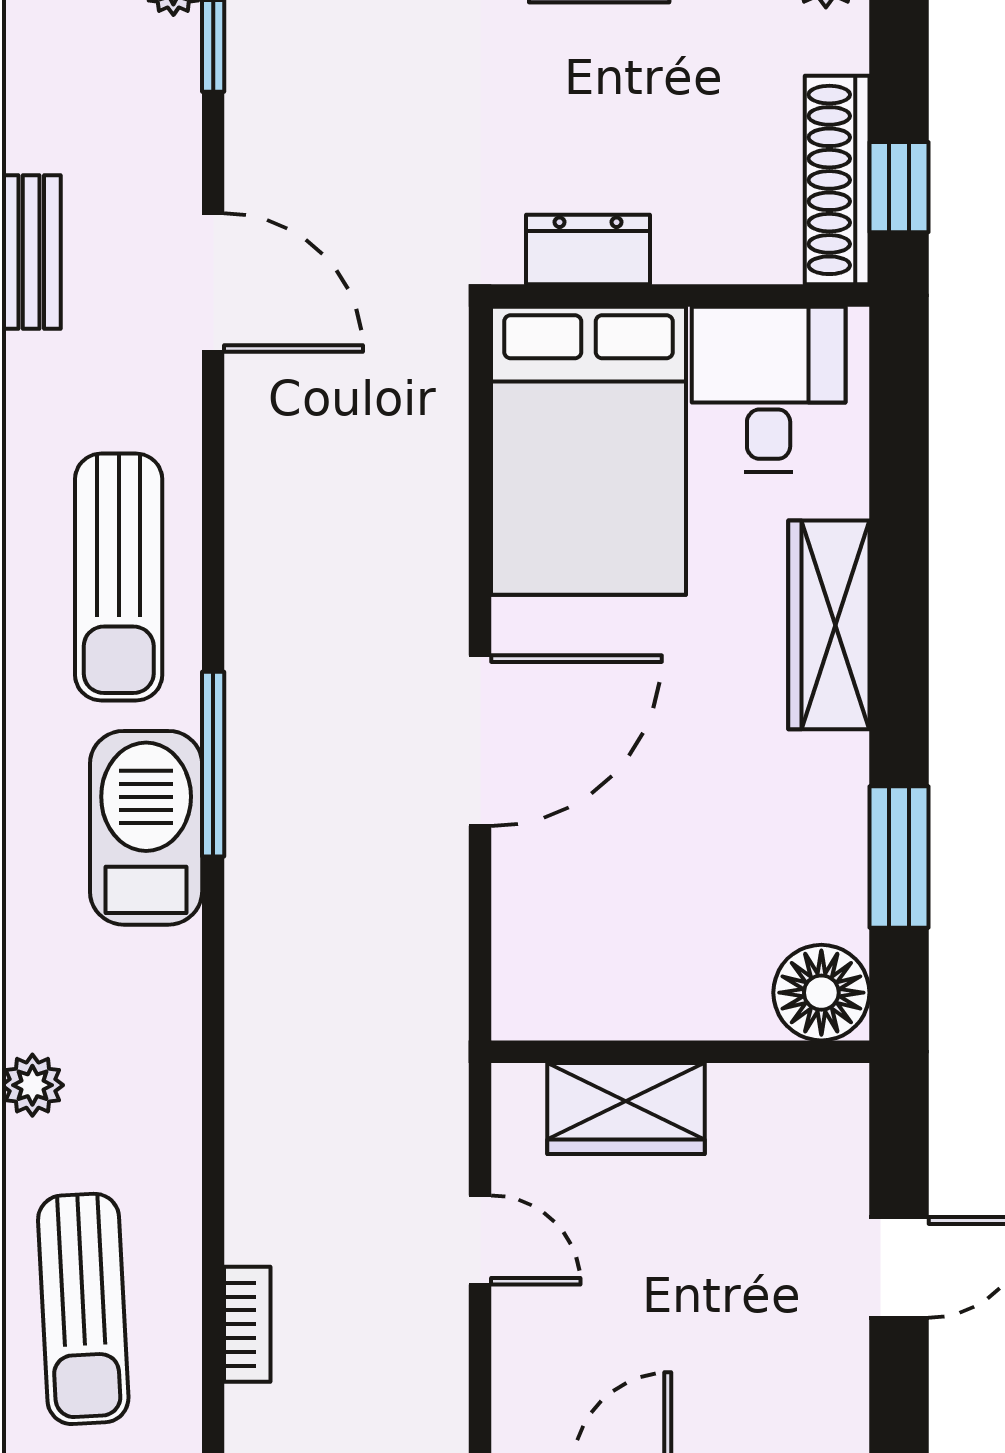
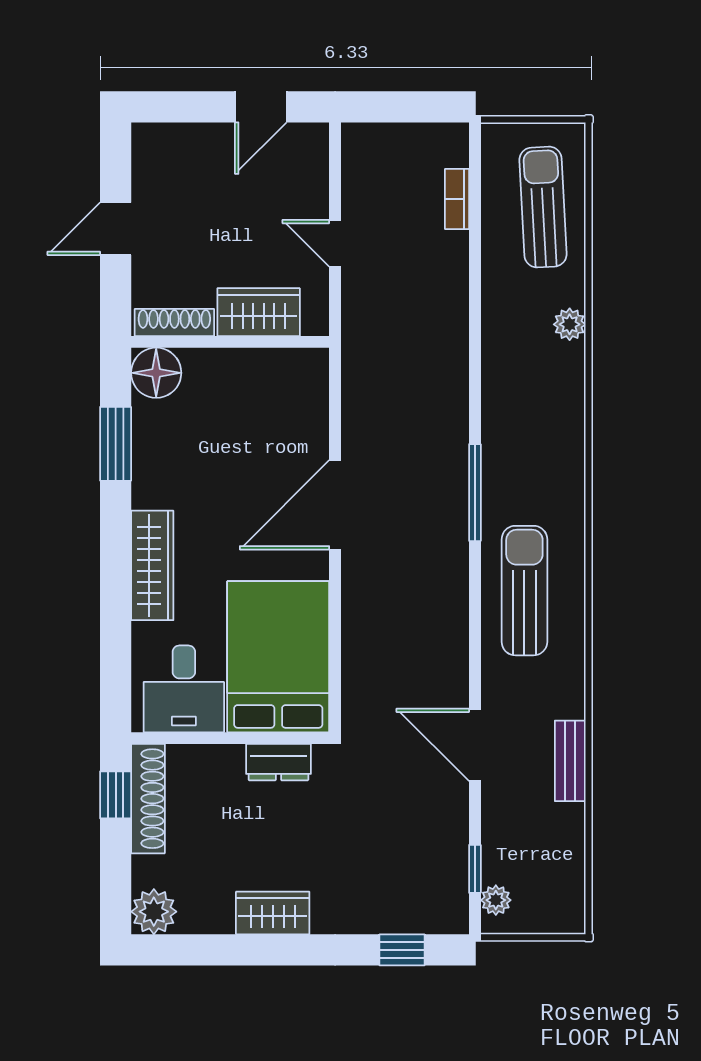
barbecue: (146, 828) -> (510, 459), removed
shoe rack: (787, 1089) -> (174, 322), added

